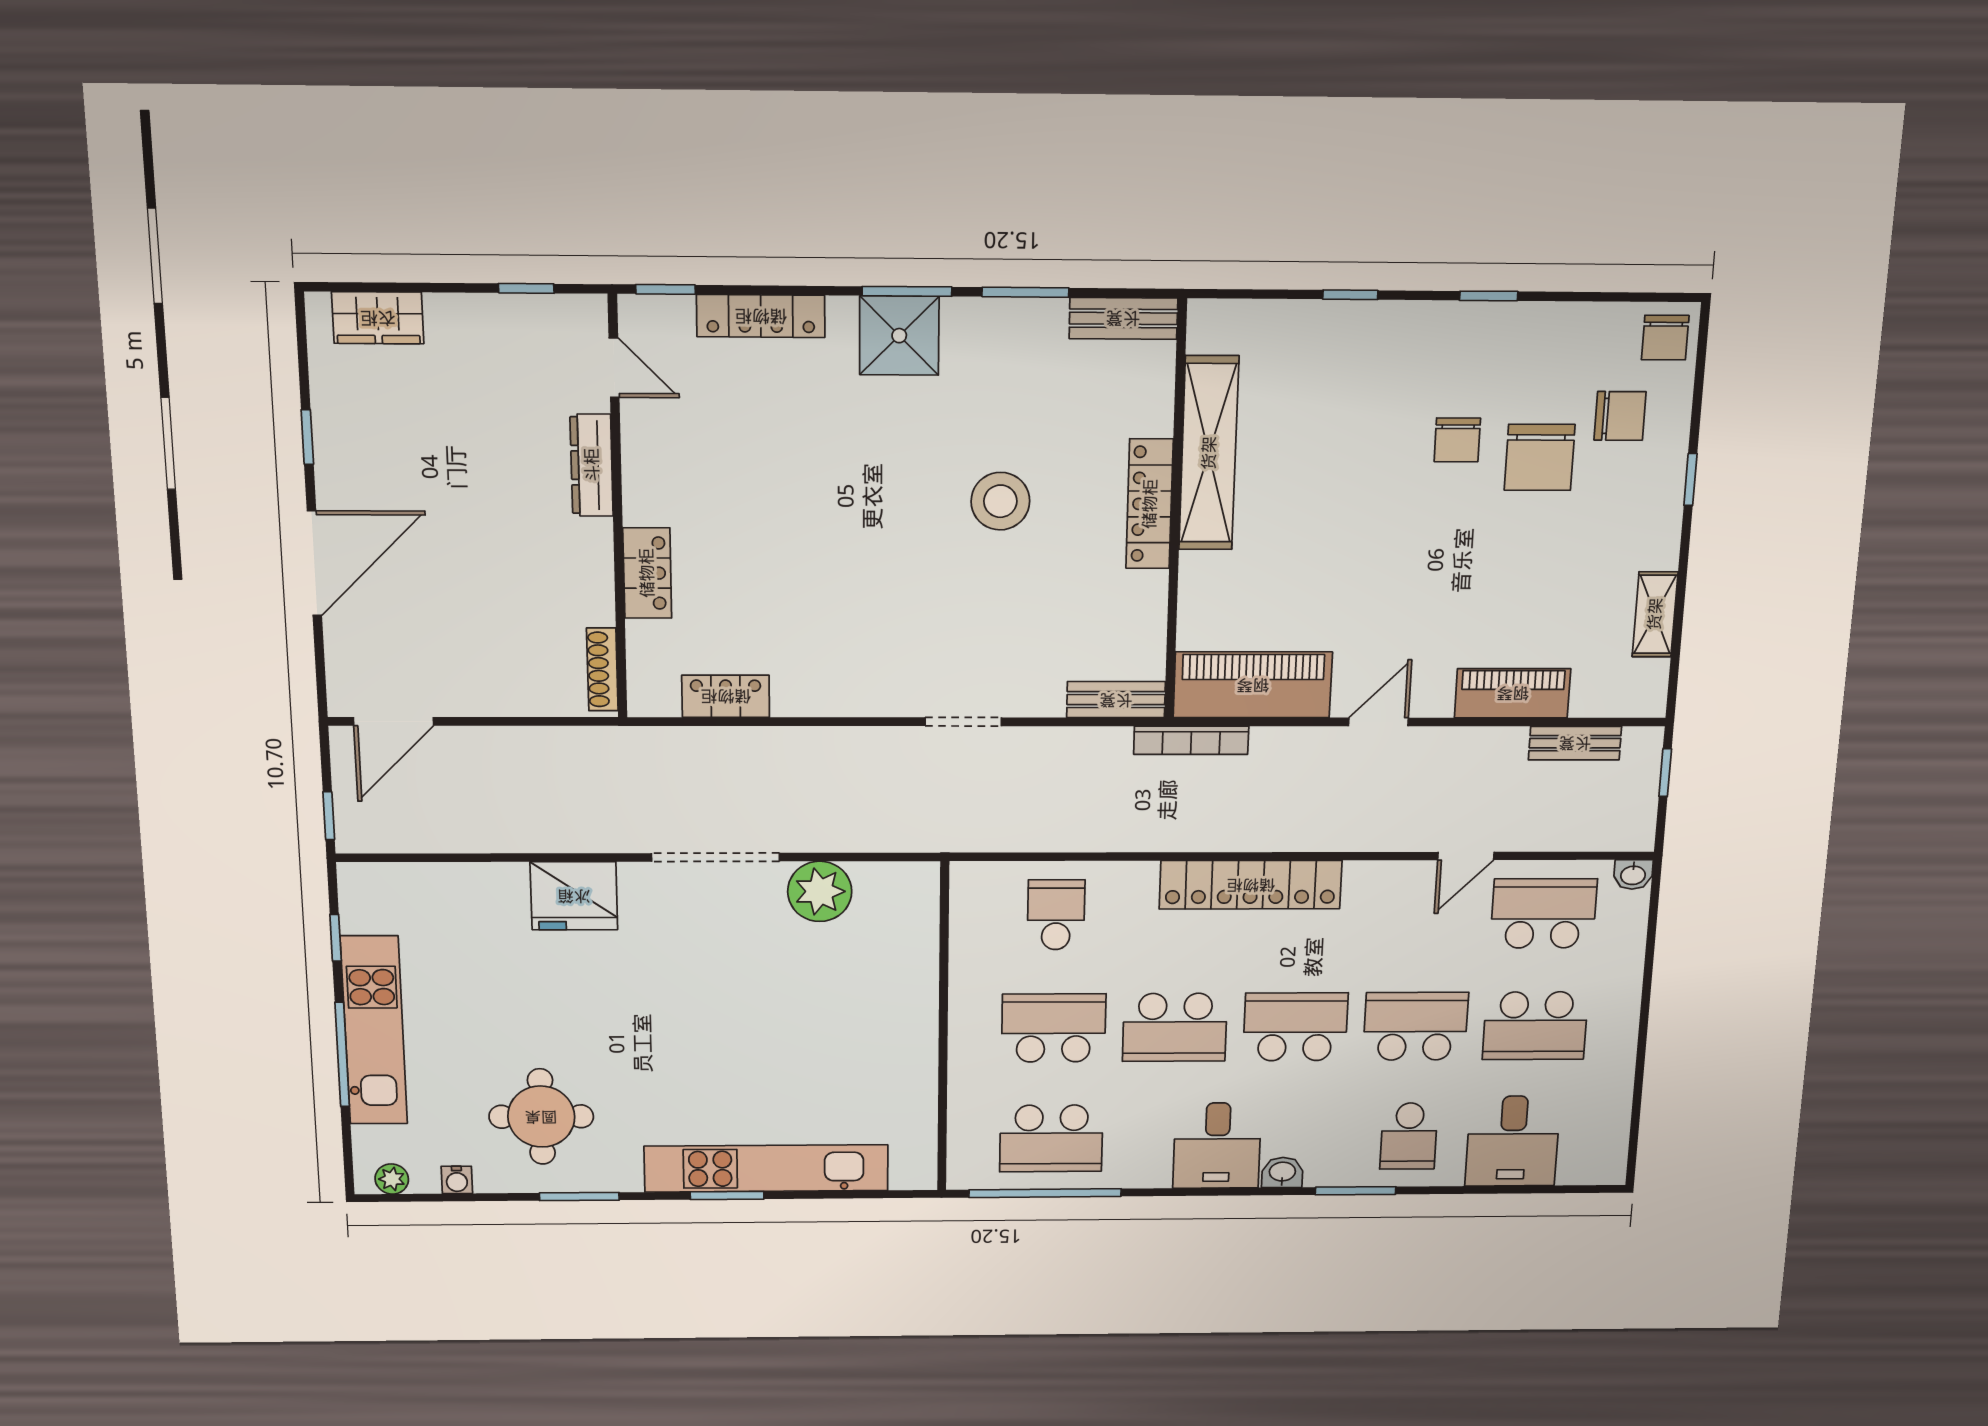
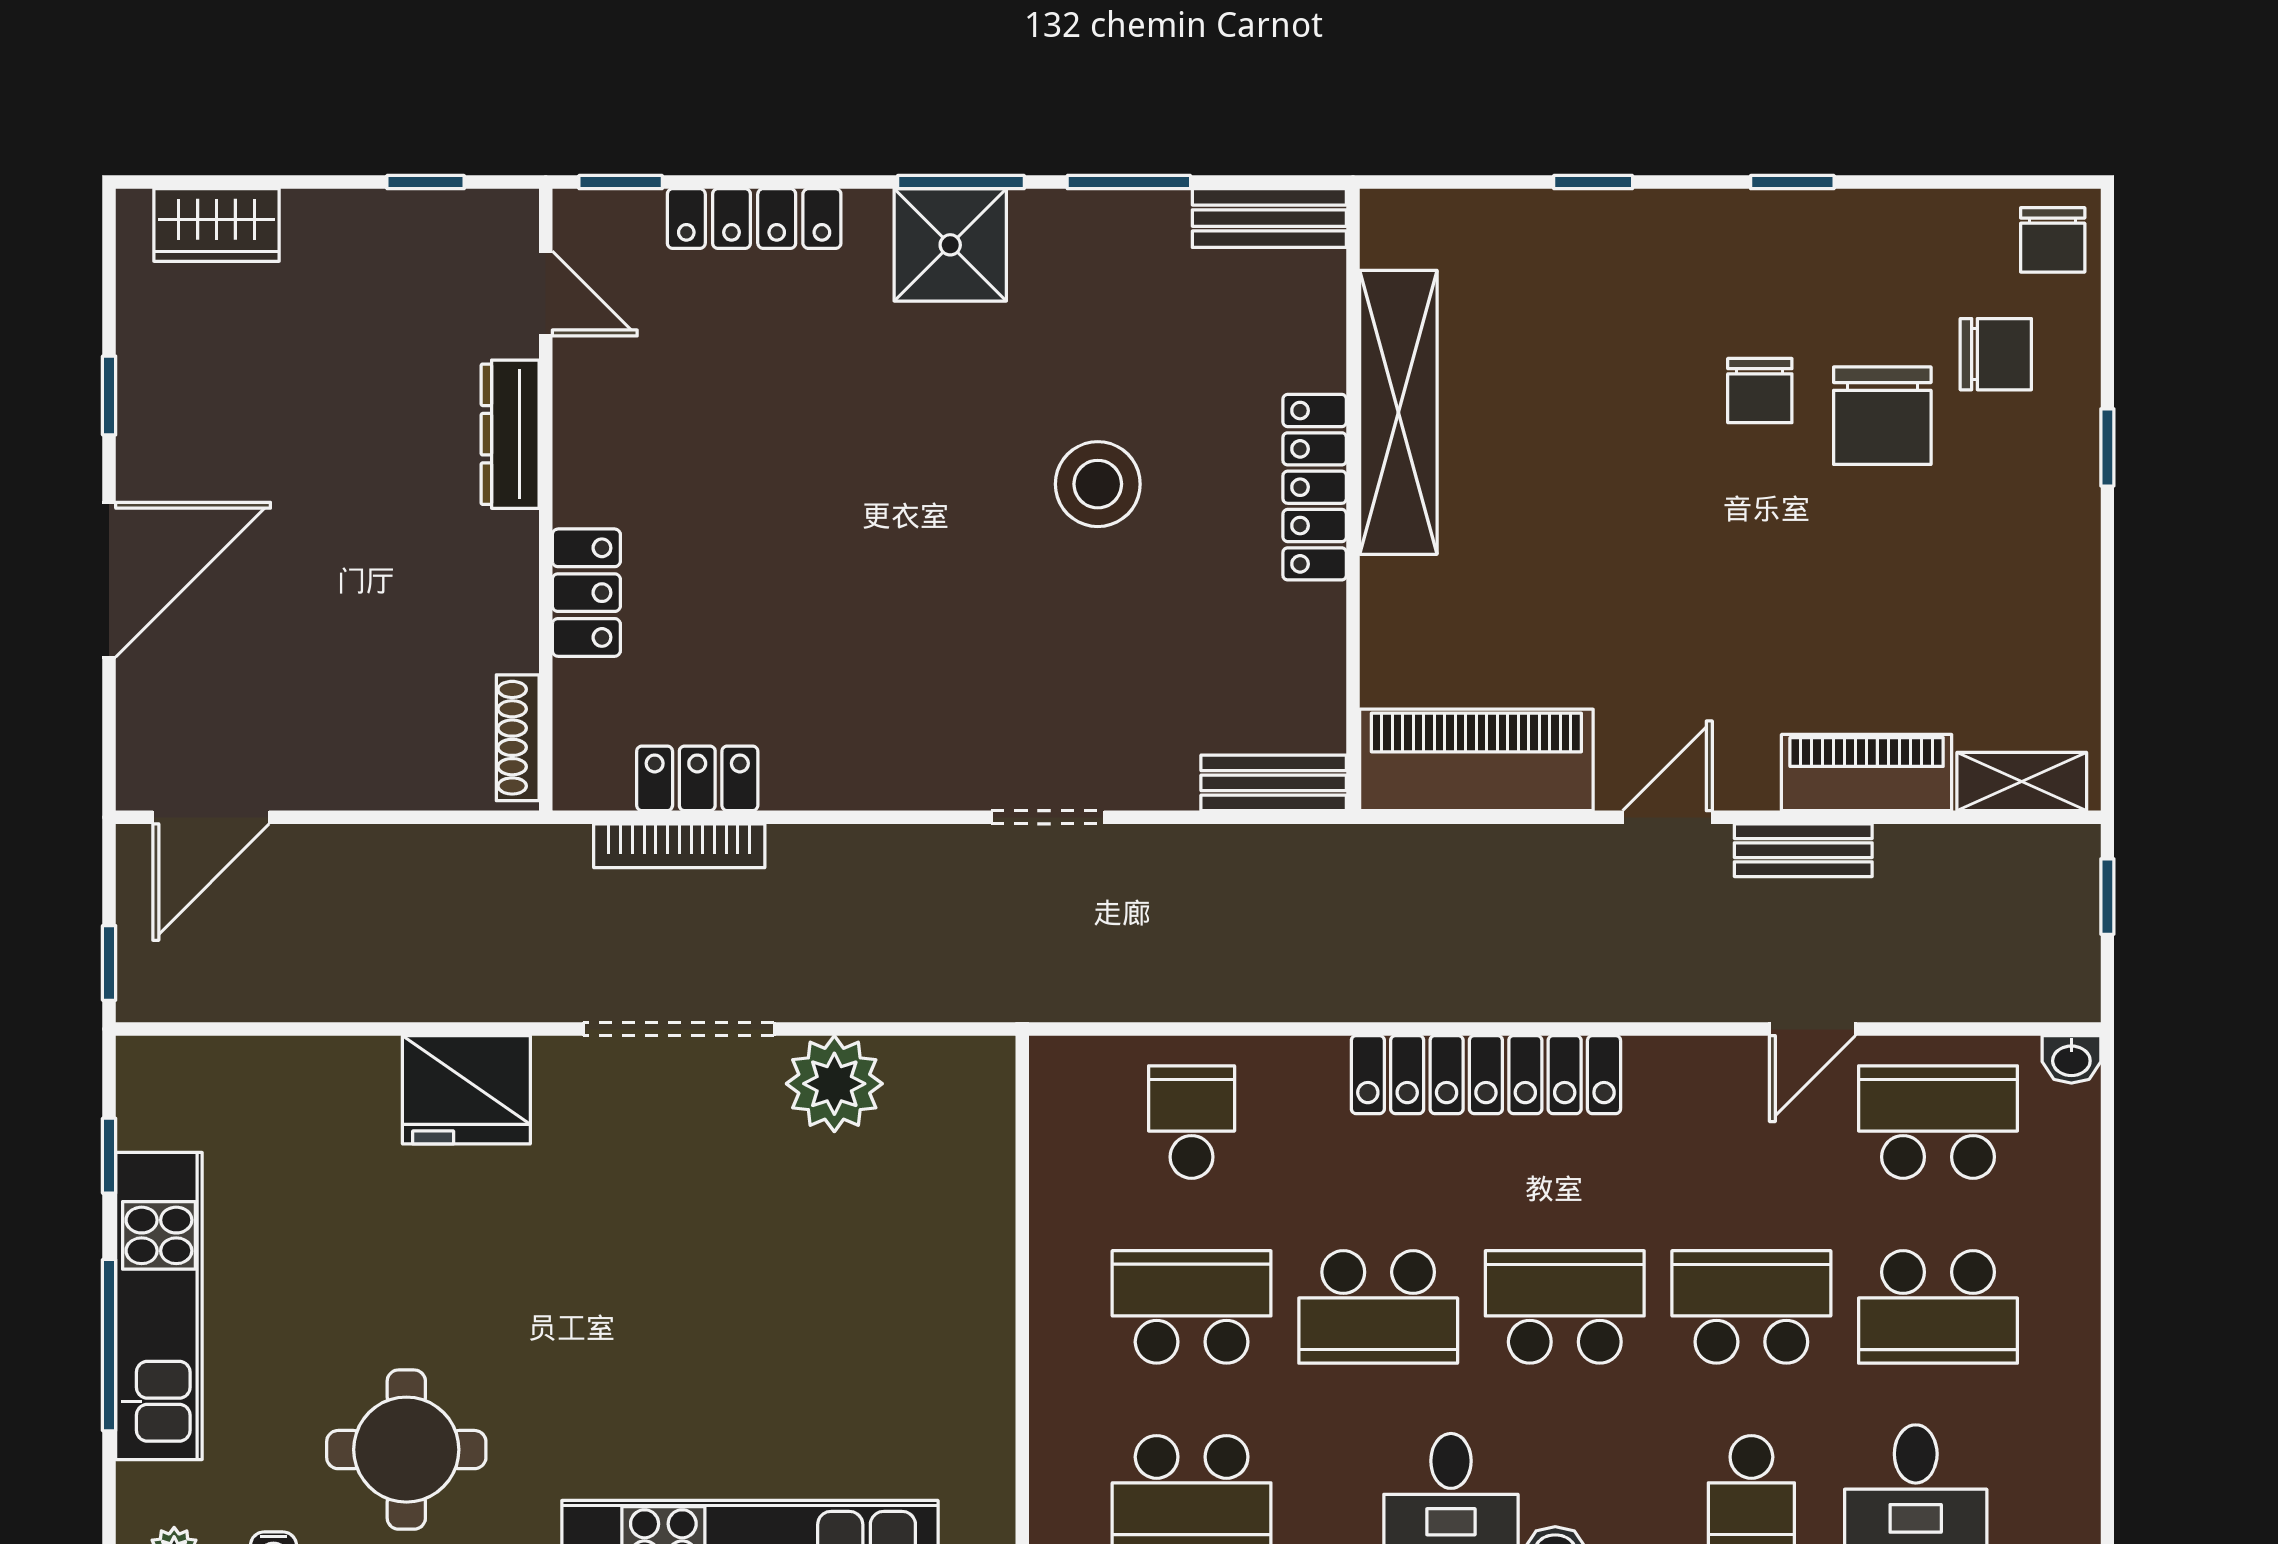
shelving: (1655, 614) -> (2022, 781), moved, turned 90
bookcase: (1191, 740) -> (679, 846), moved
bench: (1575, 743) -> (1803, 850), moved

